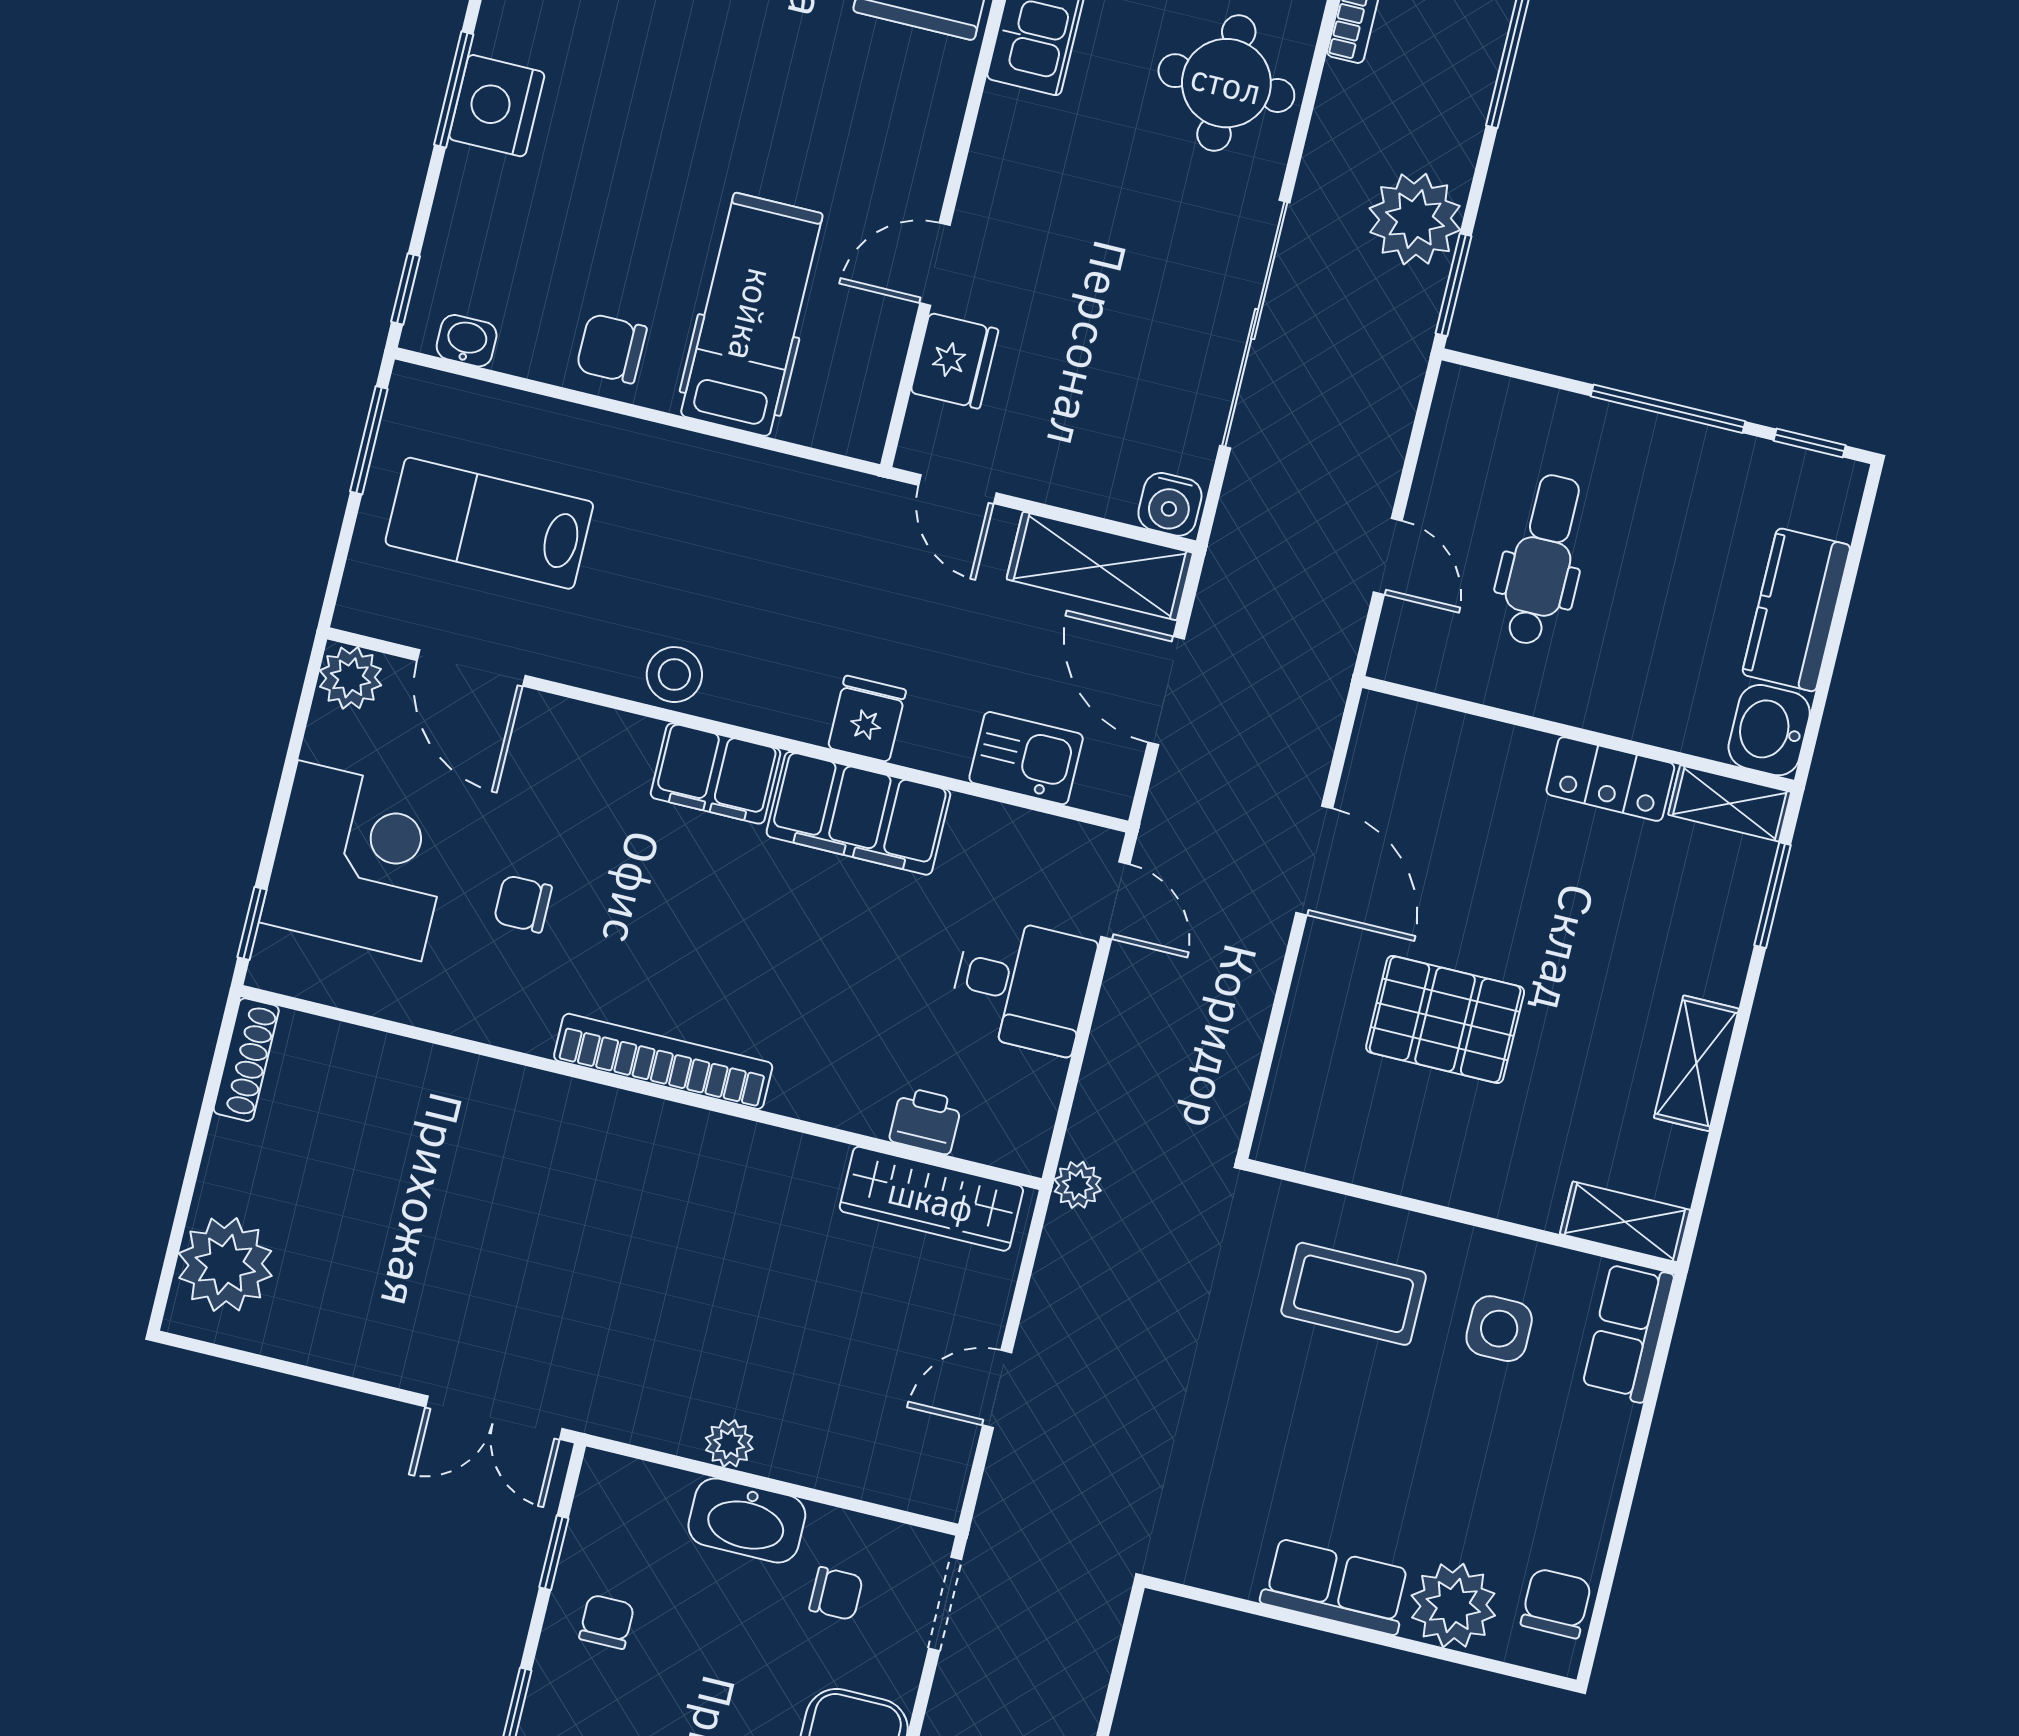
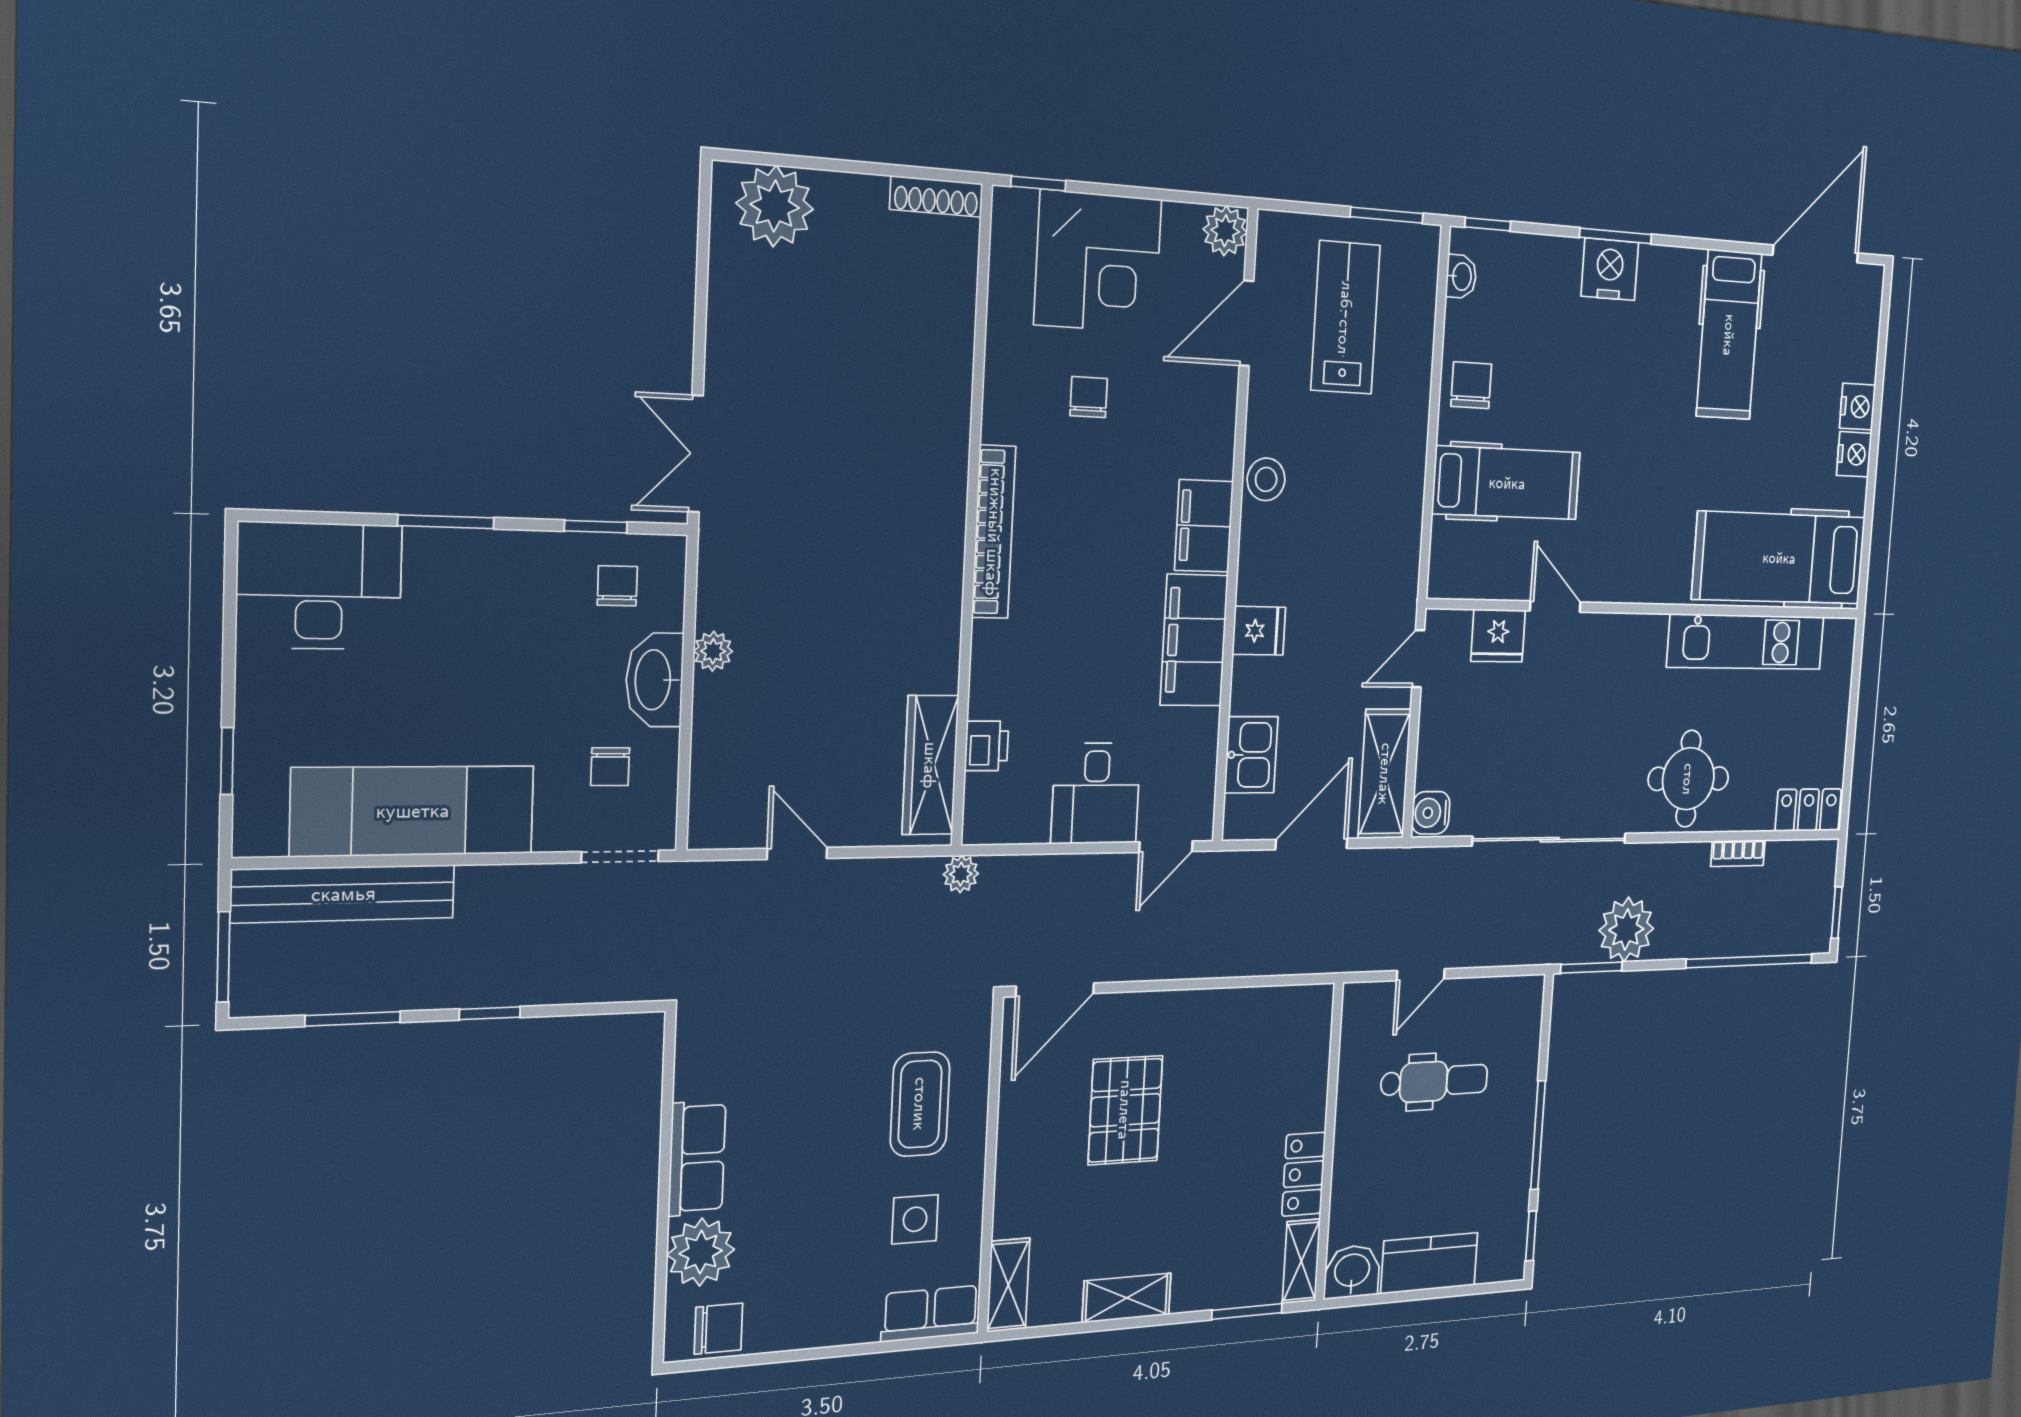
door: (1314, 860) -> (1055, 990), moved
chair: (607, 1622) -> (617, 586), moved, turned -90

